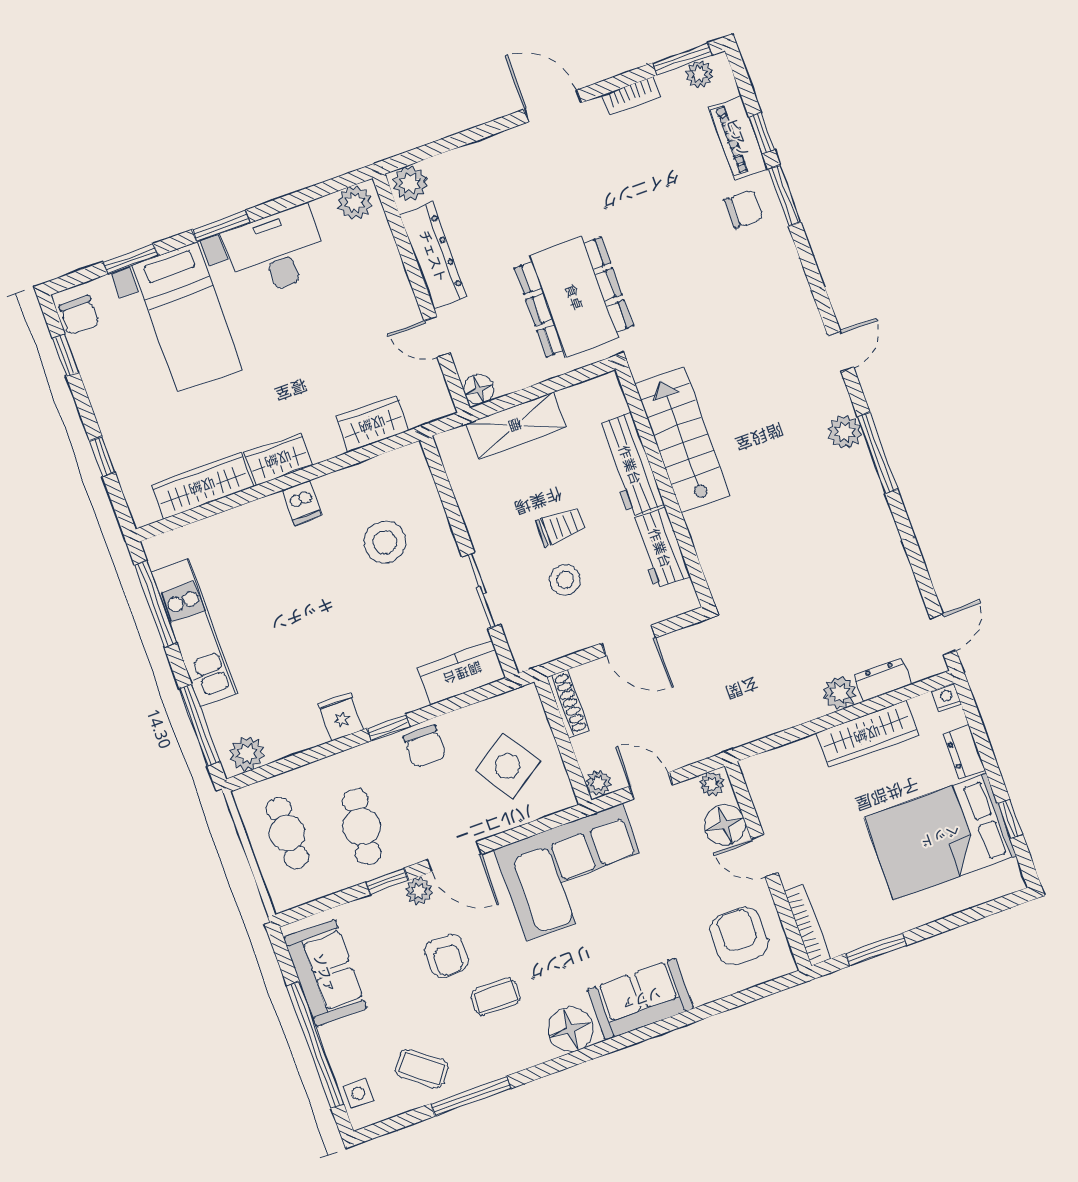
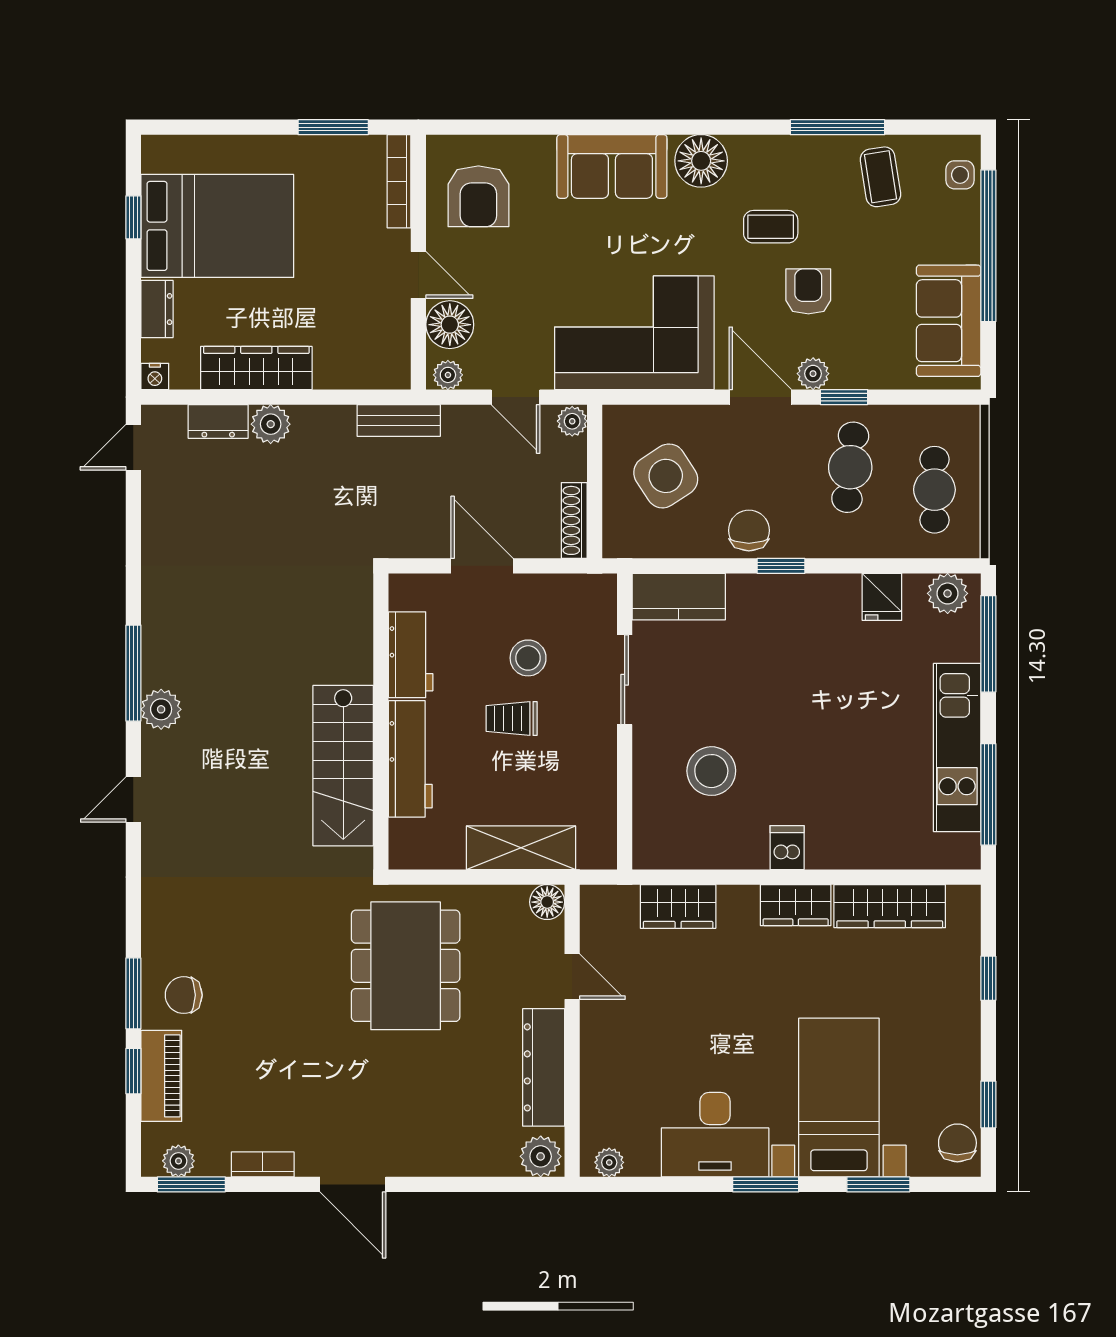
plant: (355, 203) -> (609, 1162), width x0.73, depth x0.73
fridge: (341, 716) -> (882, 597), moved
bench: (738, 733) -> (399, 420), added
coffee table: (422, 1069) -> (880, 177), turned 44

